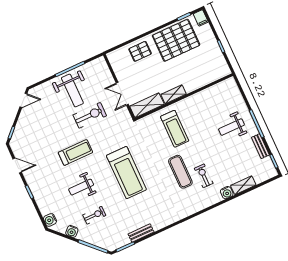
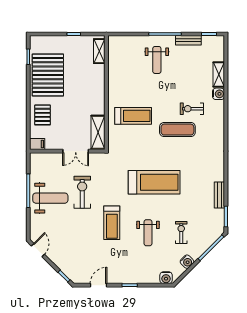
filing cabinet: (201, 18) -> (37, 144), moved
shelving: (174, 94) -> (99, 51), moved
treadmill: (75, 152) -> (112, 223), turned 180

